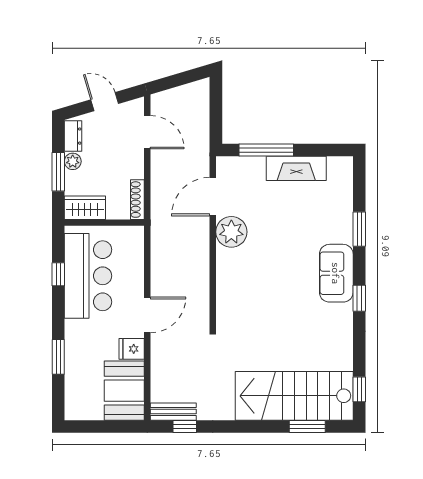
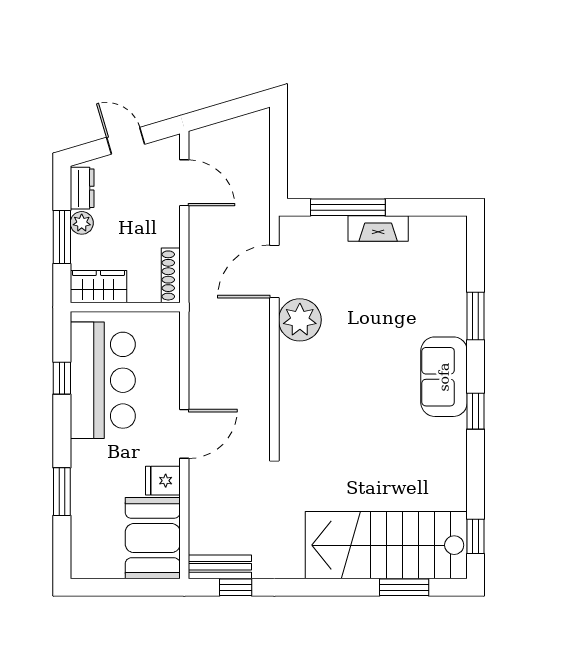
fireplace: (296, 168) -> (378, 229), width x0.73, depth x0.76

